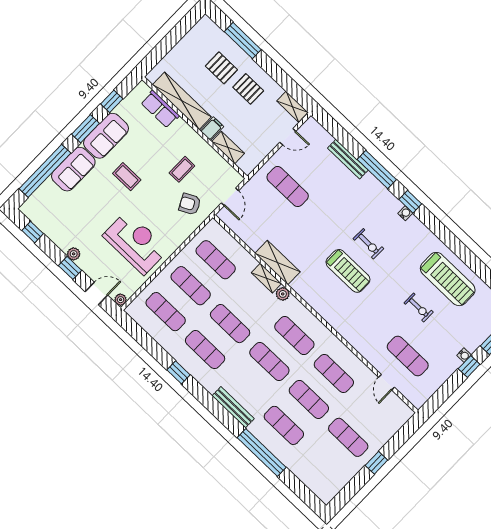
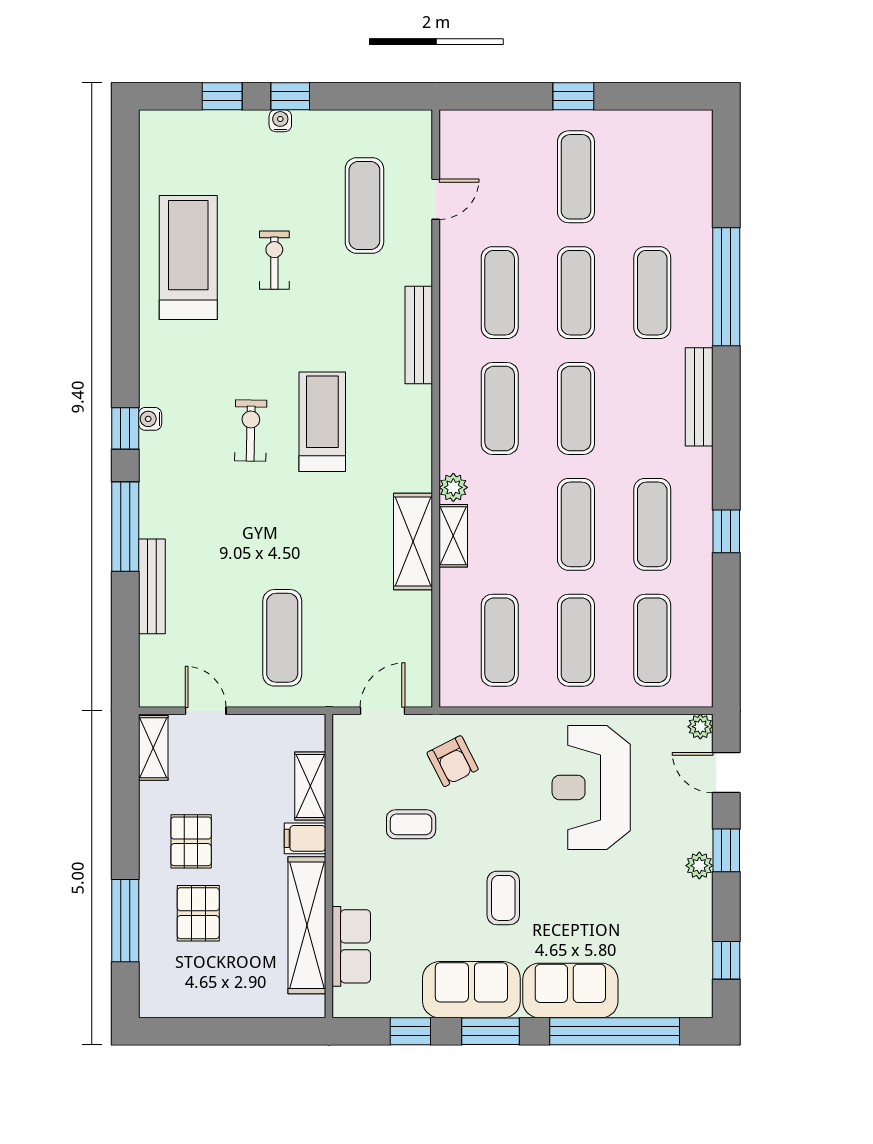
bench: (346, 332) -> (419, 335), added

